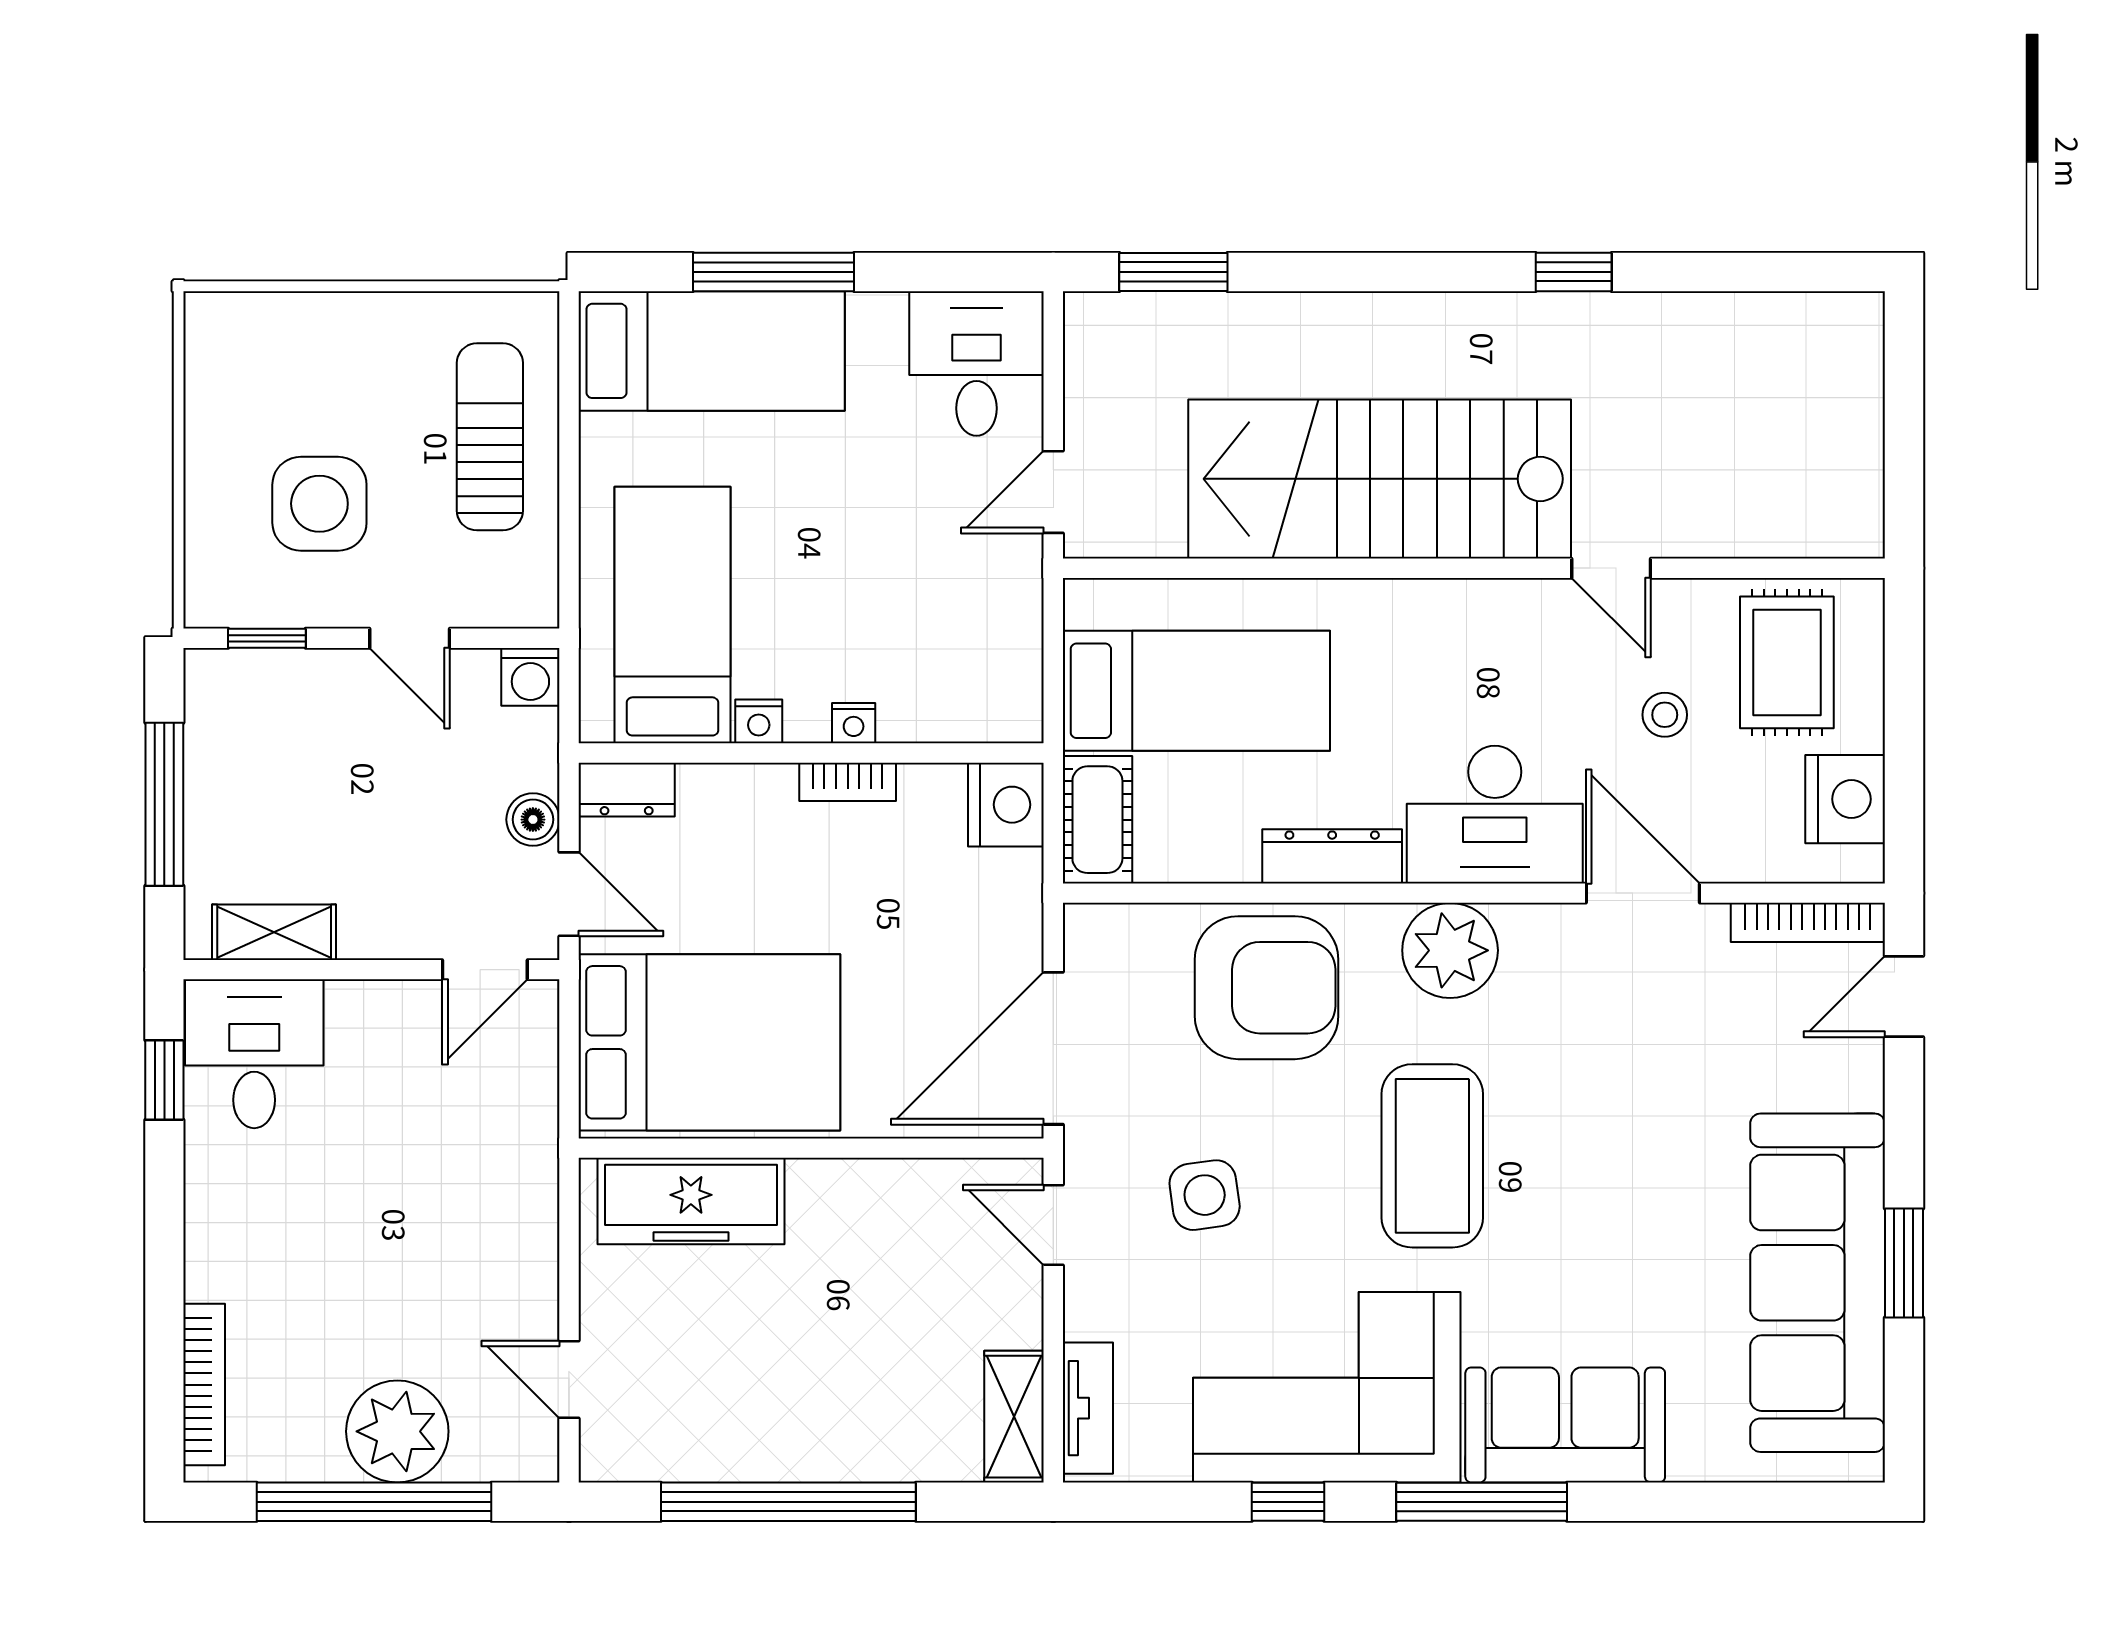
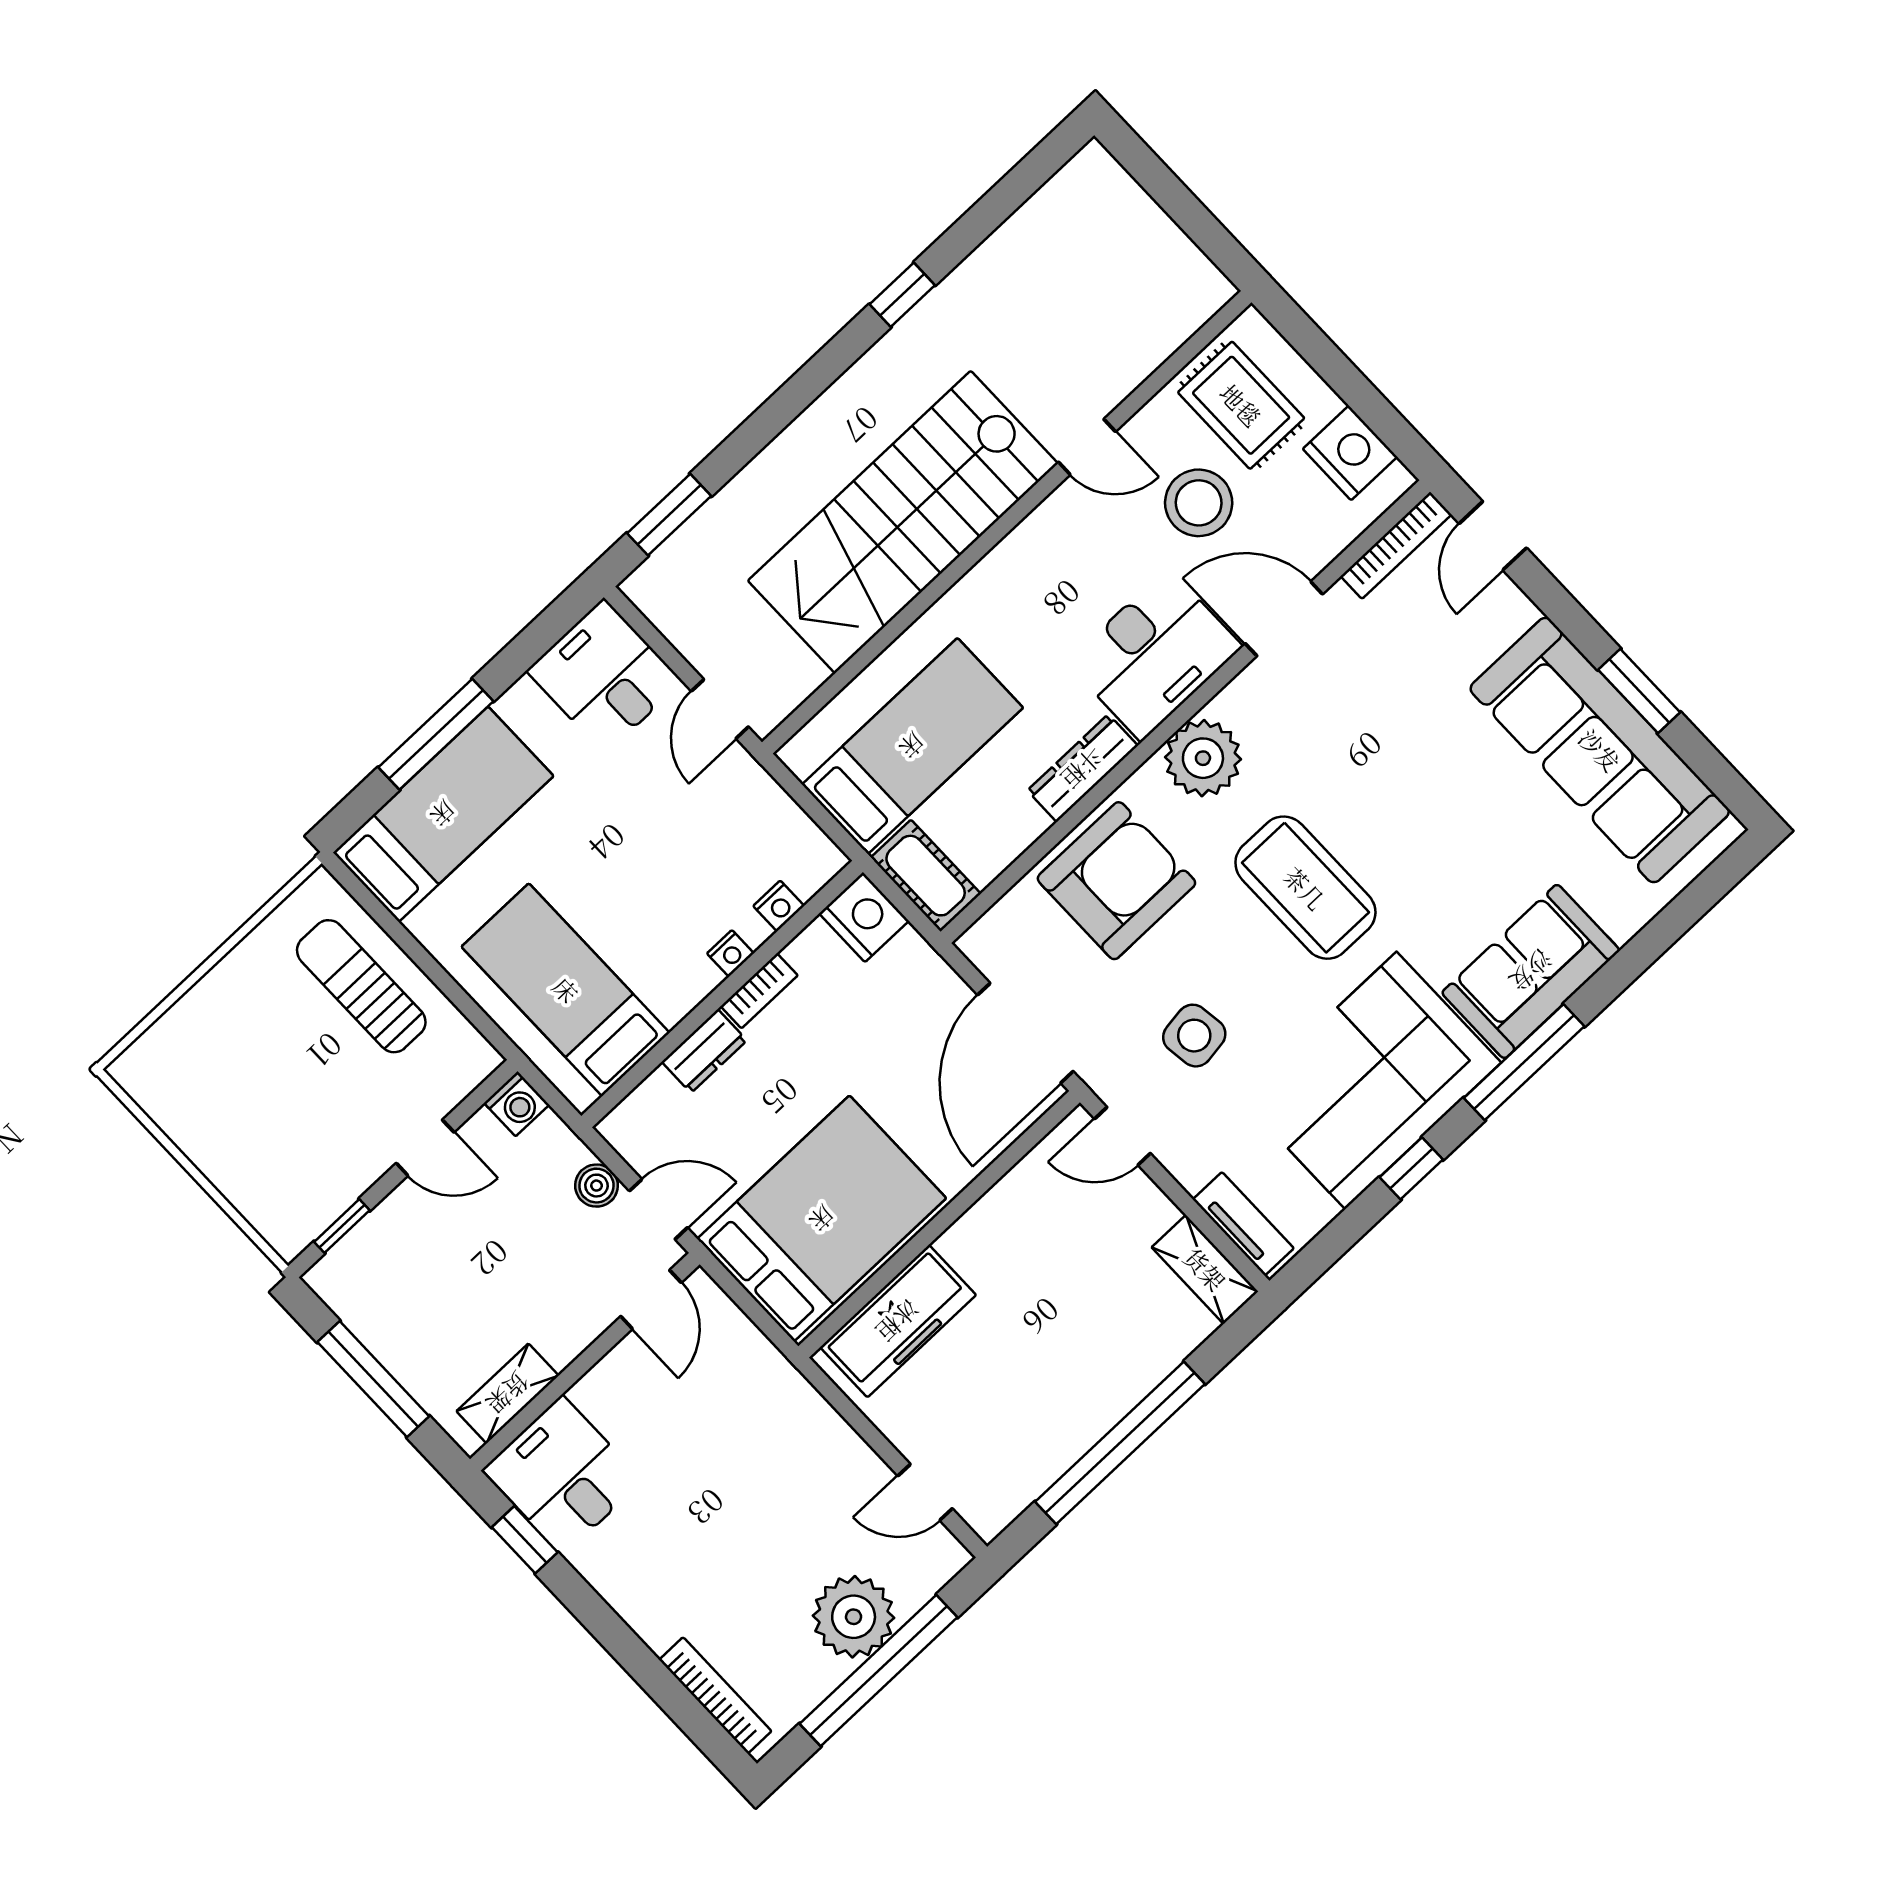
side table: (319, 504) -> (299, 1119), removed
stool: (1665, 715) -> (1199, 503), width x1.89, depth x1.89
nightstand: (759, 721) -> (779, 906), moved
dresser: (627, 790) -> (704, 1051), moved

